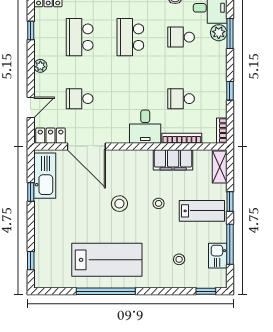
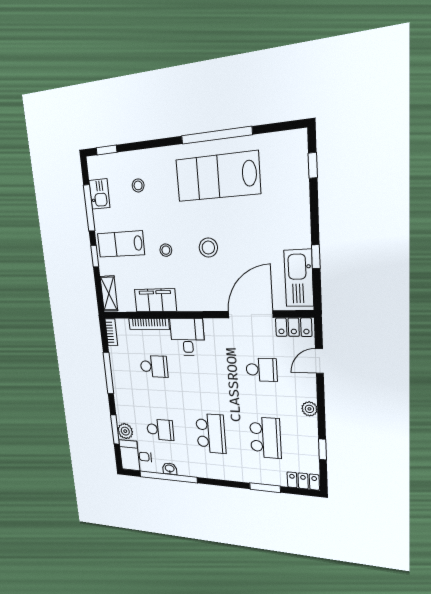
window: (230, 91) -> (108, 373), width x2.17
door: (86, 147) -> (250, 314), hinge flipped

